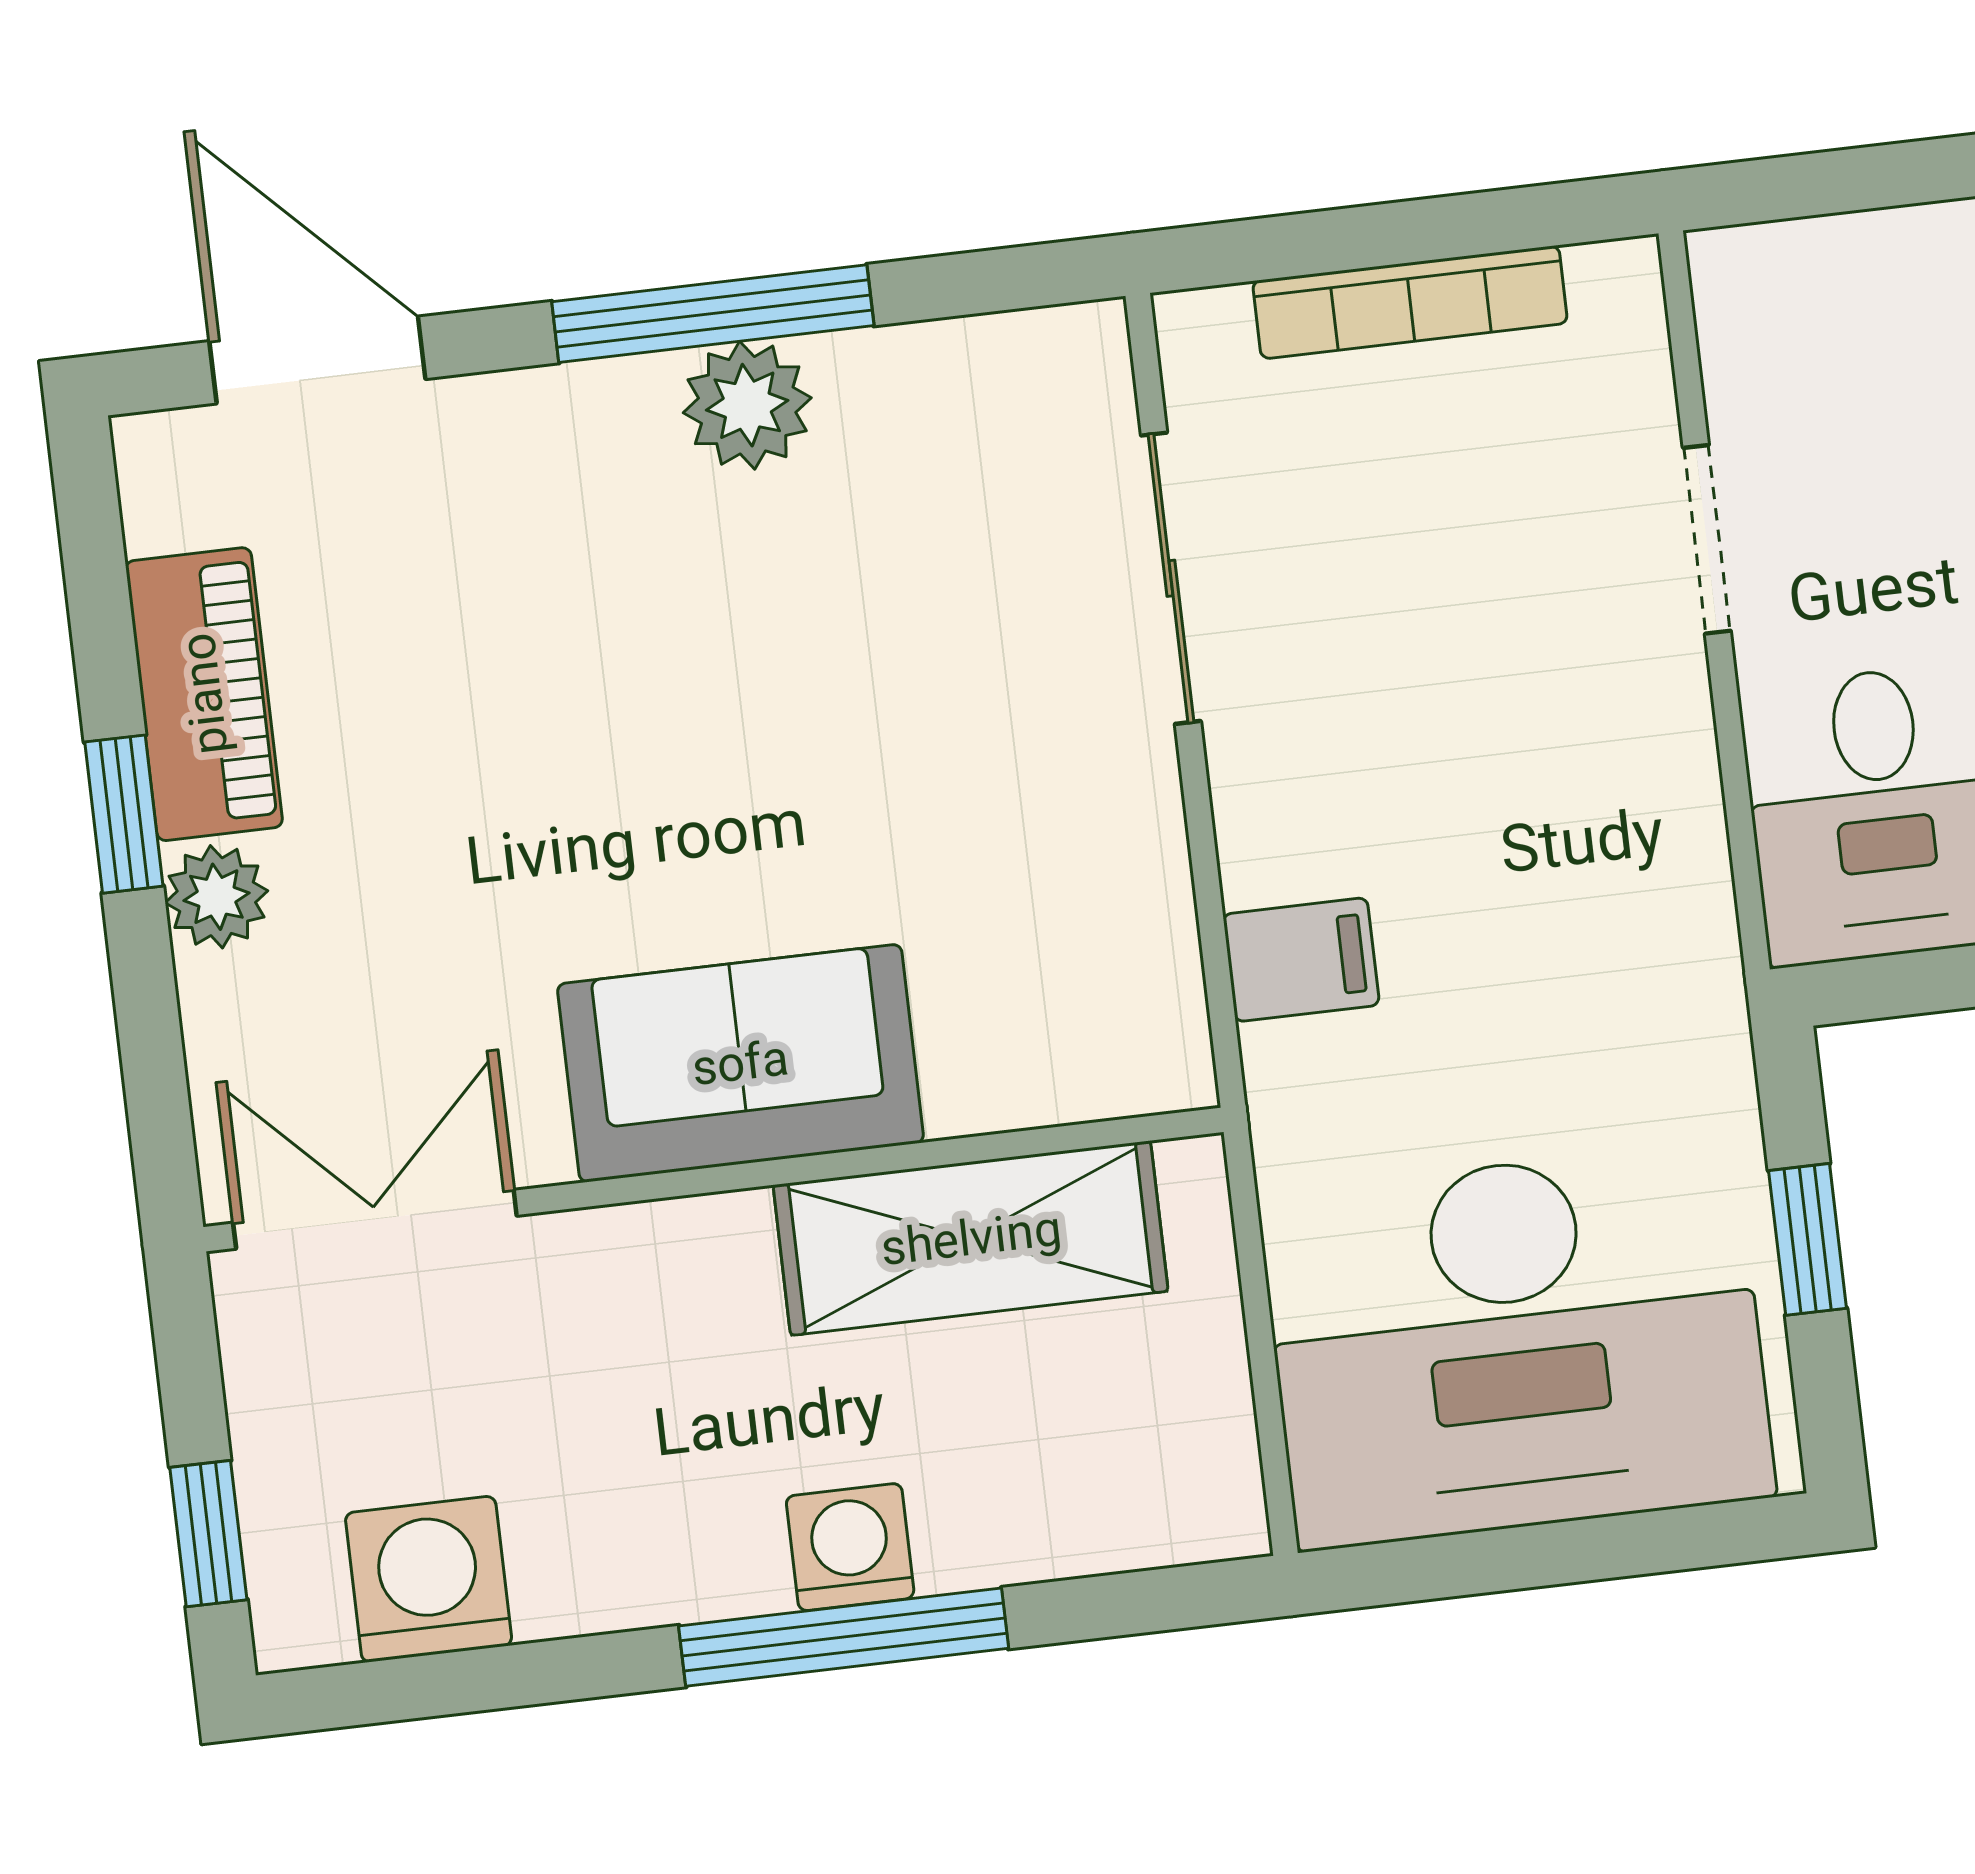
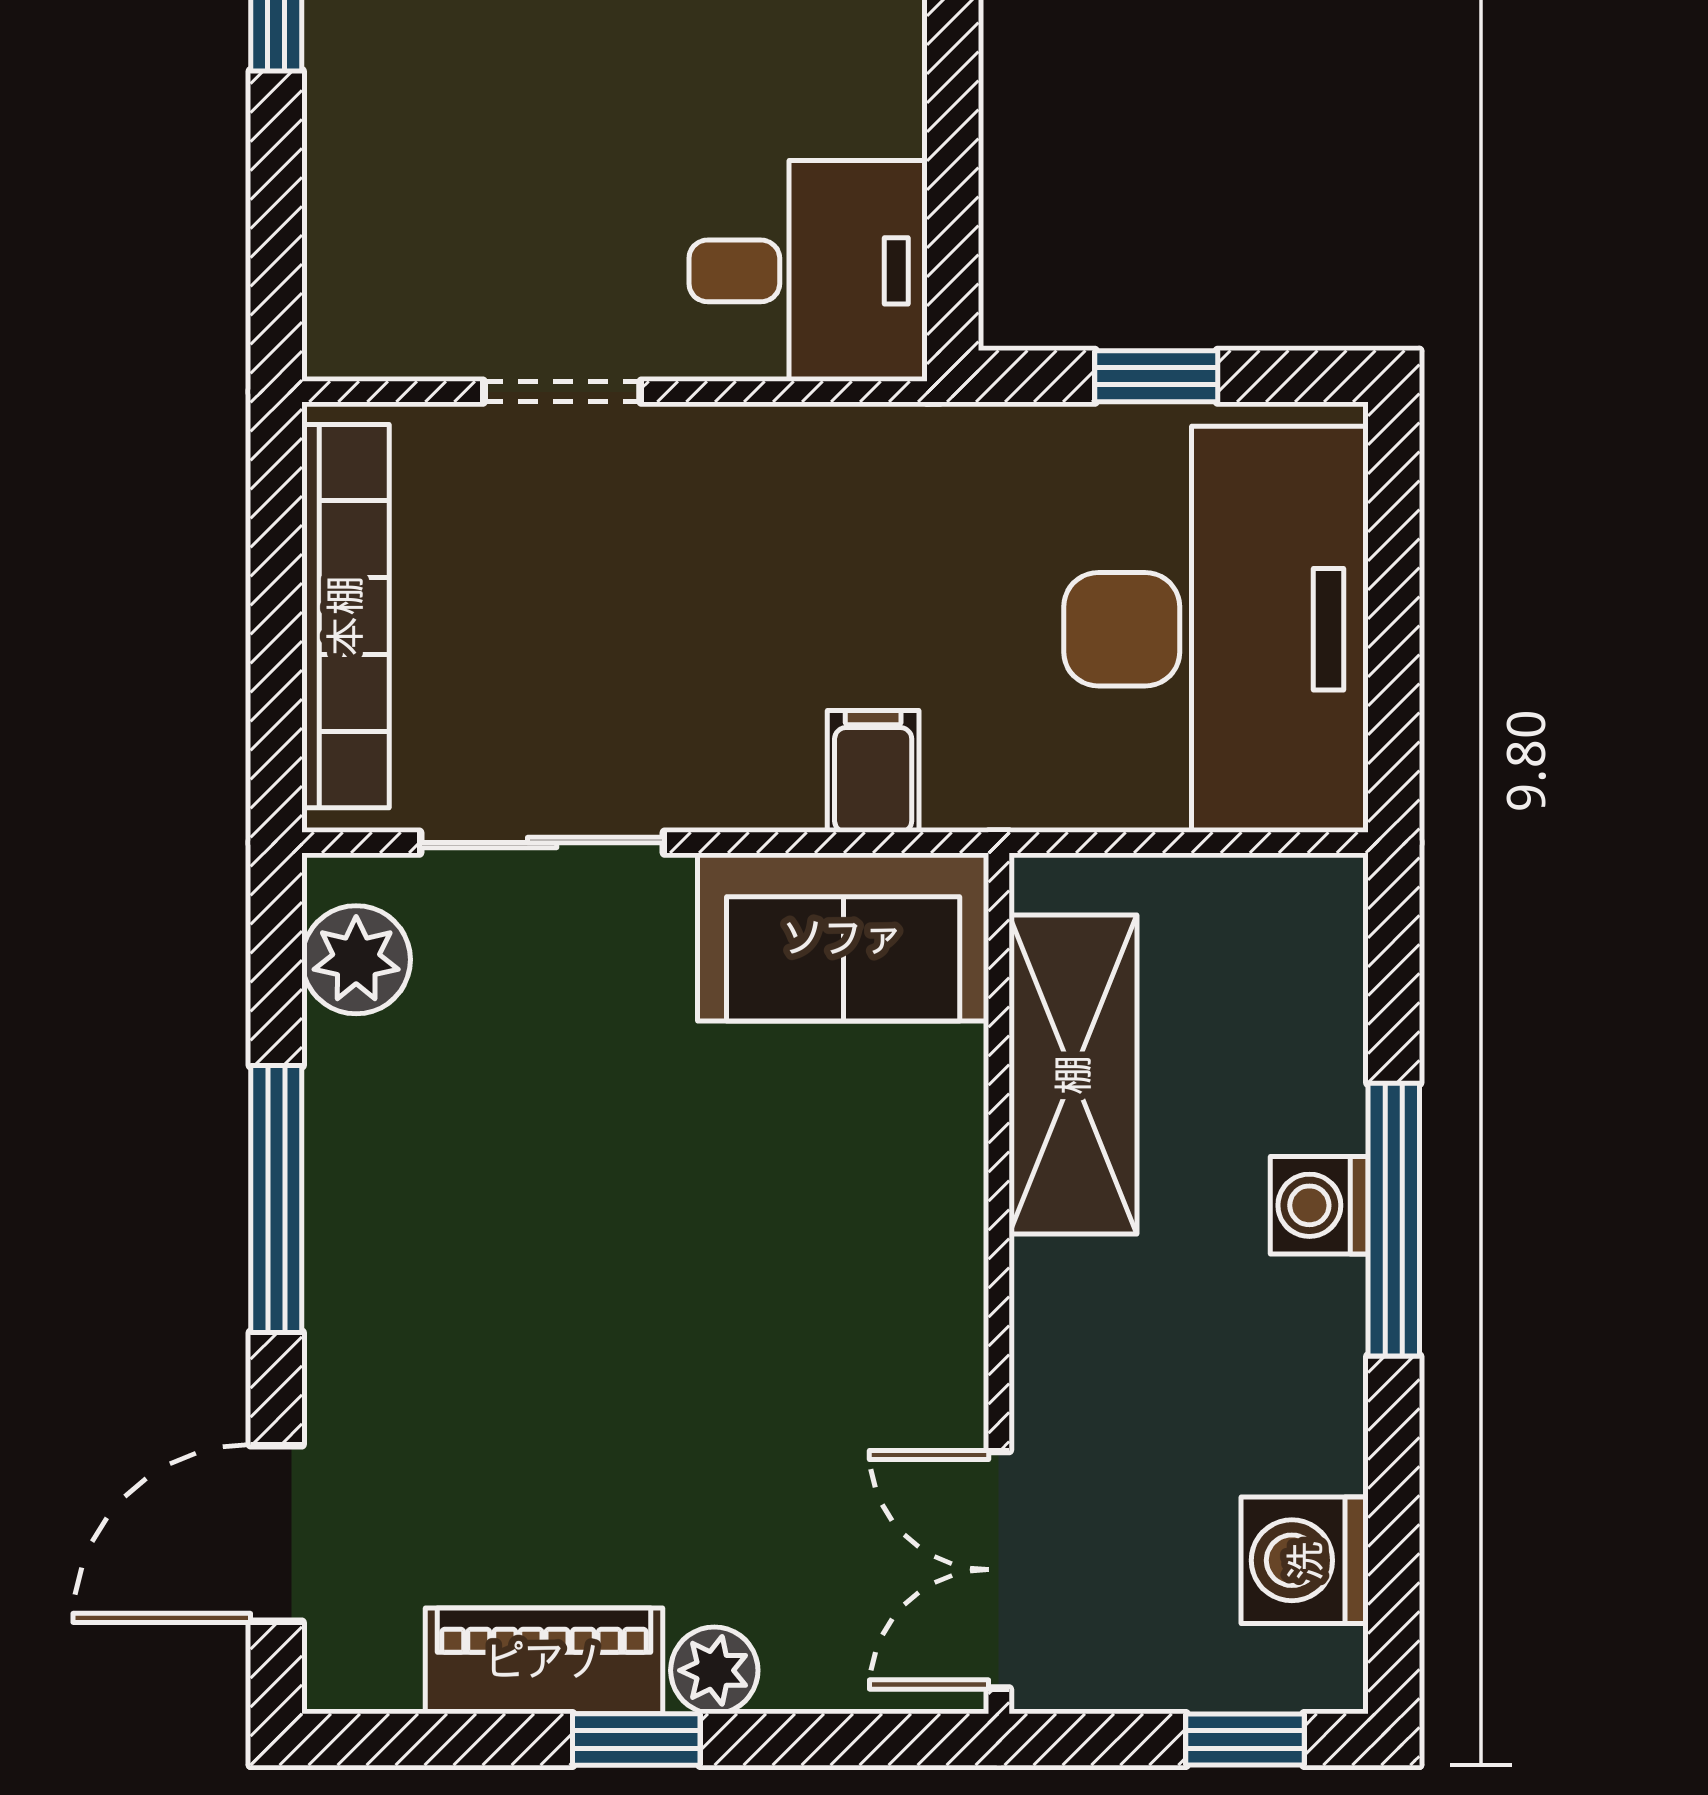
bookcase: (1410, 302) -> (345, 616), width x1.48, depth x1.31
plant: (747, 405) -> (356, 960), moved
sofa: (740, 1063) -> (843, 937), moved, turned -90

